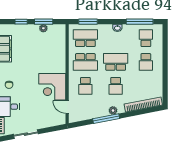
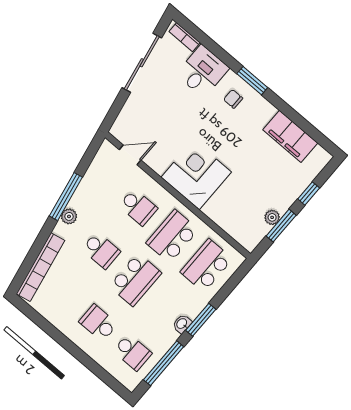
window: (88, 22) -> (201, 320), moved
school desk: (85, 38) -> (206, 265), turned 180
school desk: (85, 86) -> (138, 207), turned 180
school desk: (116, 86) -> (101, 250), turned 180
corner desk: (52, 87) -> (196, 175), moved
sliding door: (26, 134) -> (142, 63), width x1.37

